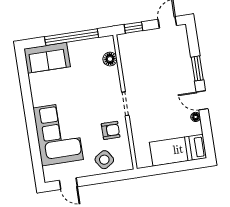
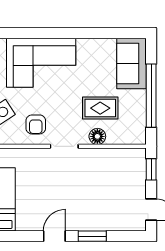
floor lamp: (110, 59) -> (97, 136), moved
rug: (88, 78) -> (100, 108), added
floor lamp: (196, 117) -> (36, 226), removed

